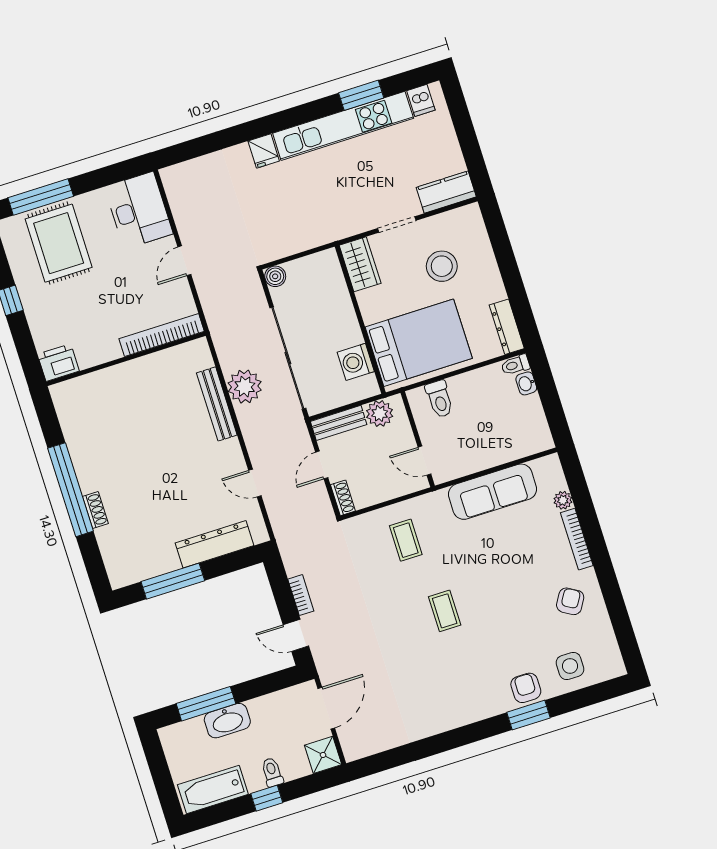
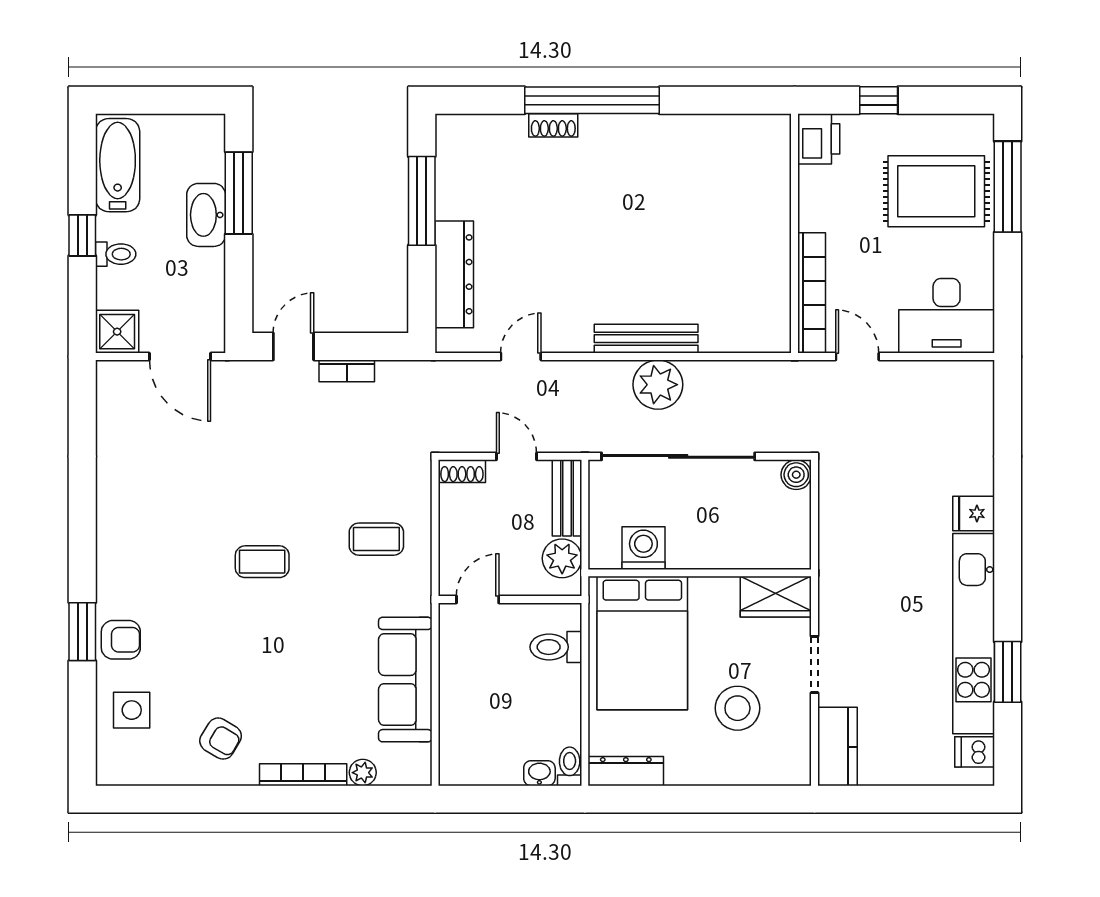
bookcase: (162, 335) -> (812, 293), moved
wall: (126, 359) -> (795, 233), moved
printer: (58, 363) -> (819, 139), moved

